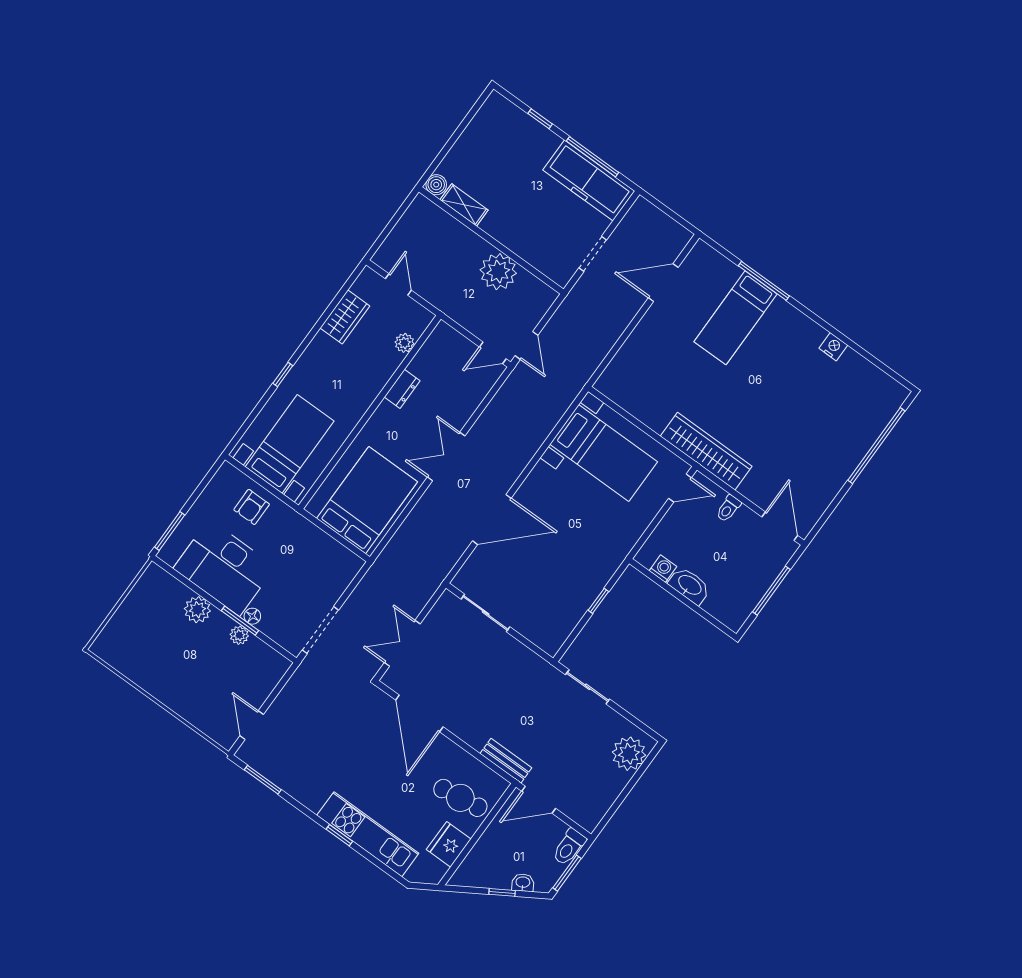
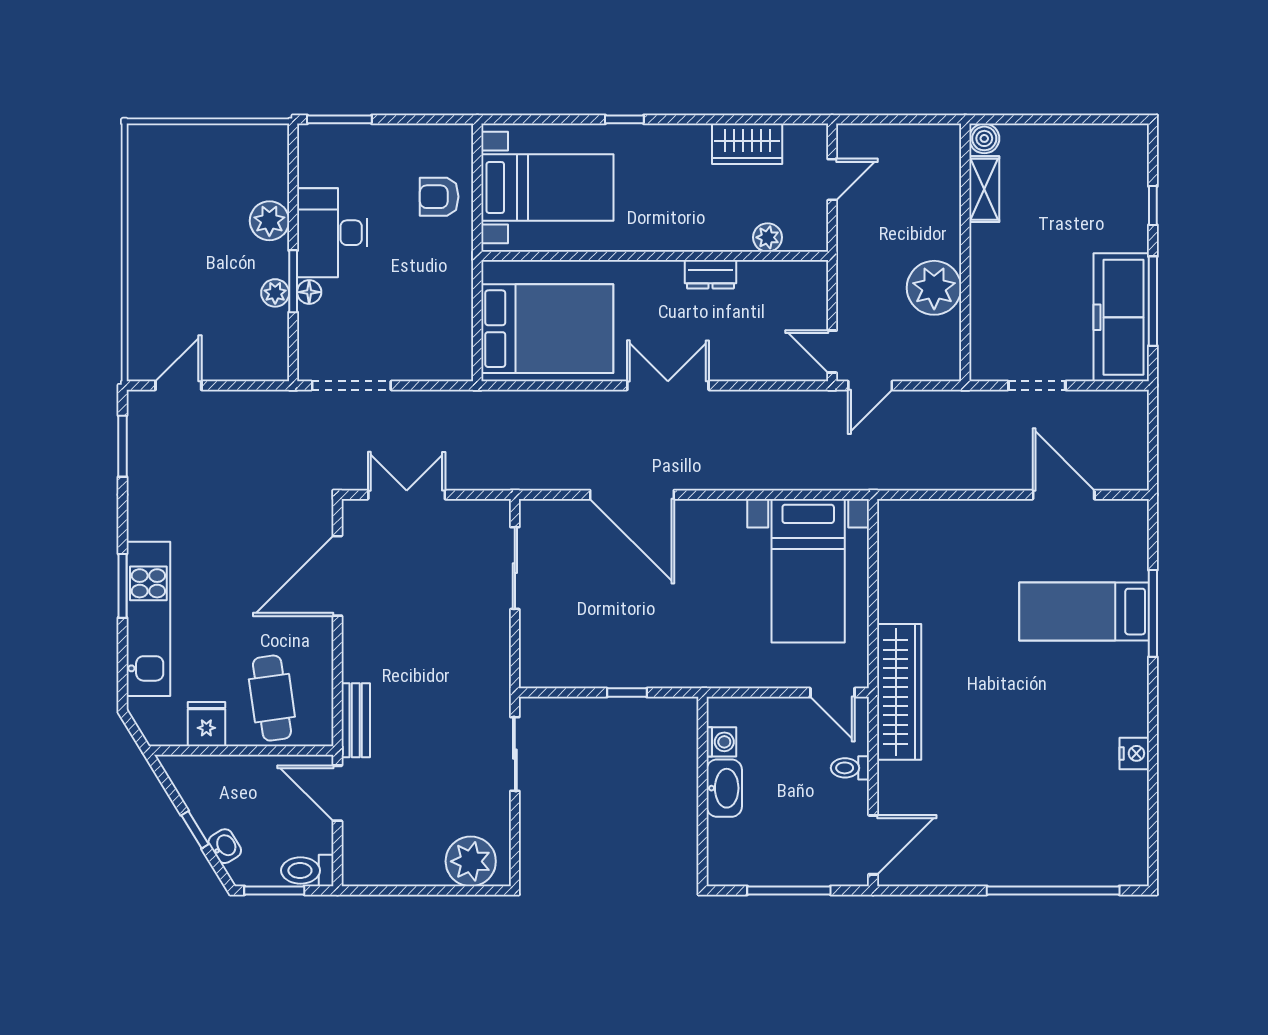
desk: (224, 568) -> (332, 233), width x0.73, depth x0.77
window: (339, 835) -> (123, 586), width x1.50
fridge: (449, 844) -> (206, 724), width x0.72

